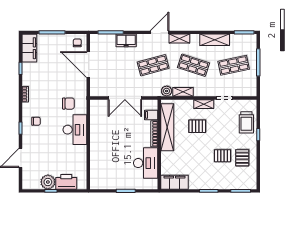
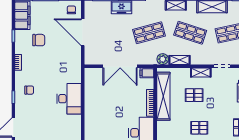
chair: (68, 104) -> (39, 40), moved
filing cabinet: (151, 115) -> (147, 73), moved
pallet: (222, 156) -> (199, 128), moved

